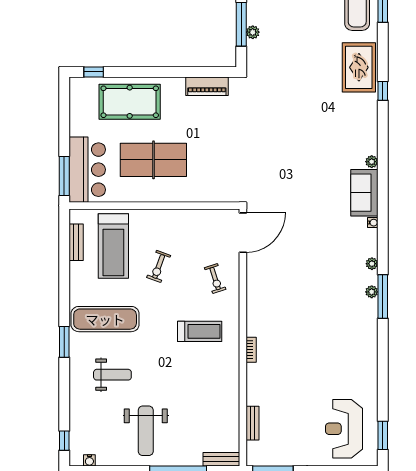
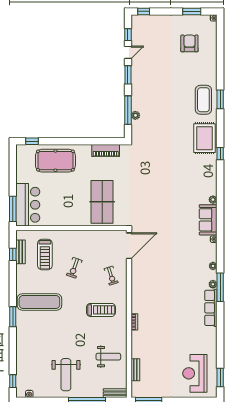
table tennis table: (153, 160) -> (102, 202), moved, turned 90
window: (64, 246) -> (13, 254), added
treadmill: (113, 246) -> (45, 254), width x0.73, depth x0.73
row of seats: (369, 328) -> (211, 308), added
weight bench: (112, 375) -> (108, 357), moved

